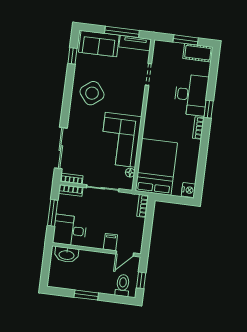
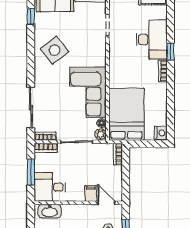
plant: (128, 184) -> (100, 134), added
door: (125, 254) -> (106, 203), swing flipped

